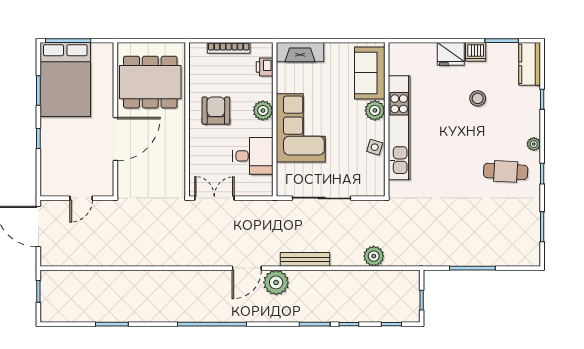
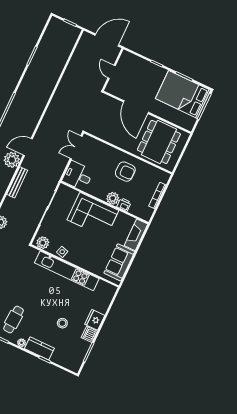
kitchen counter: (530, 64) -> (39, 348), moved
printer: (265, 67) -> (124, 205), moved
sofa: (370, 73) -> (119, 262), moved, turned -90
plant: (375, 110) -> (43, 243), moved
desk: (253, 156) -> (78, 176), moved, turned 90
double door: (214, 198) -> (76, 147), swing flipped
door: (247, 268) -> (28, 147), hinge flipped

